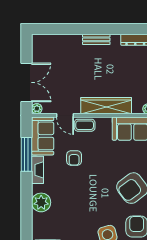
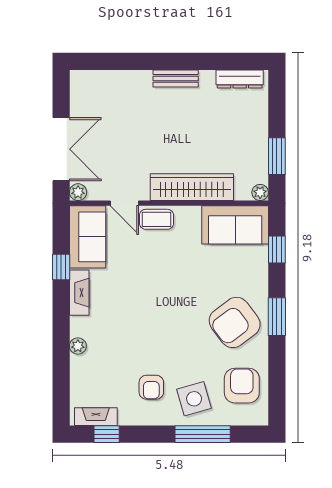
window: (26, 154) -> (61, 267), width x0.46
armchair: (74, 158) -> (151, 387), moved
plant: (41, 202) -> (78, 346), width x0.53, depth x0.53

